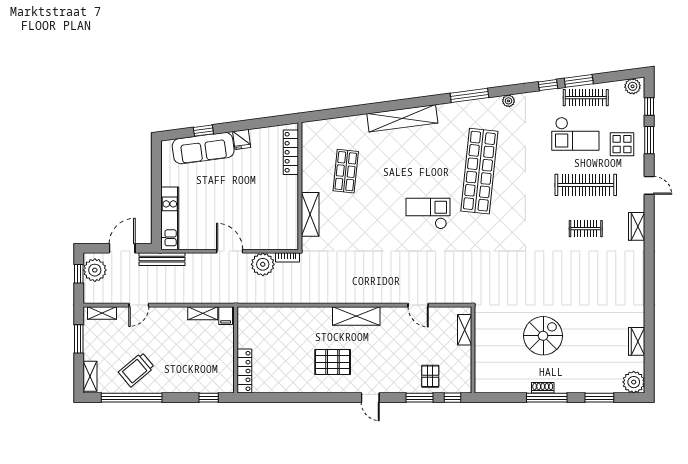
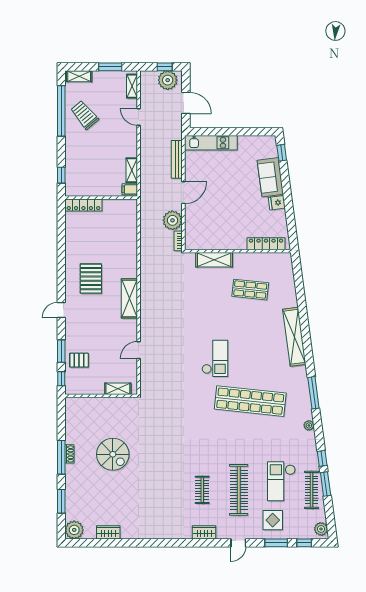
window: (203, 131) -> (282, 153), moved
sofa: (203, 148) -> (270, 177), width x0.73
bench: (162, 259) -> (177, 159), moved

